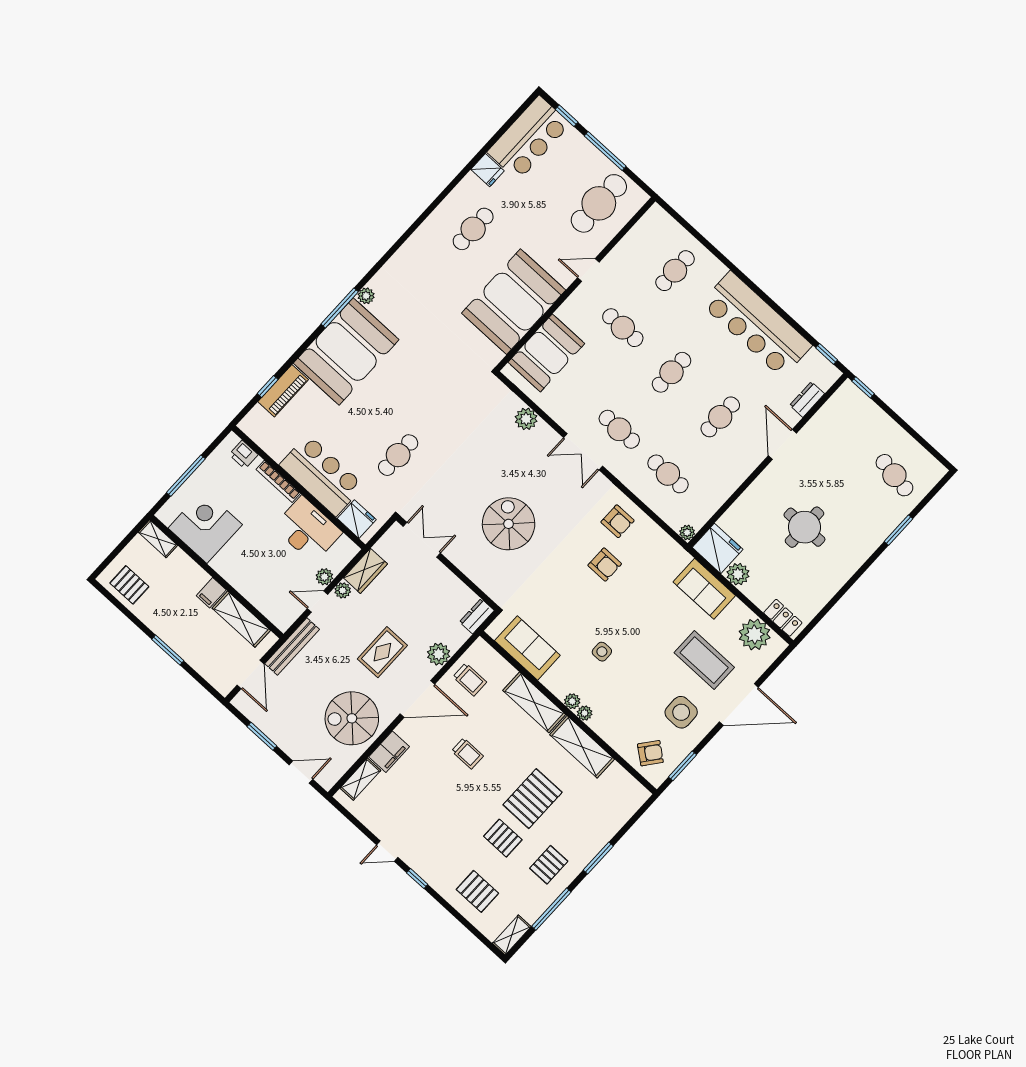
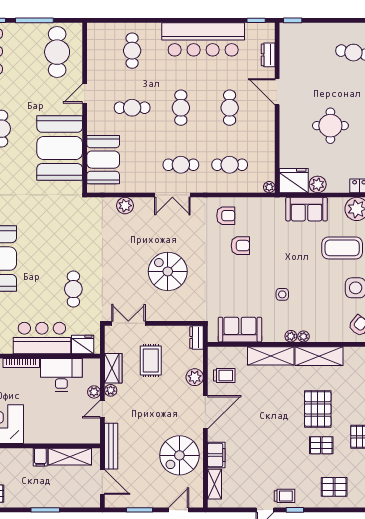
rug: (382, 652) -> (151, 360), moved
trolley: (467, 754) -> (285, 496), moved

